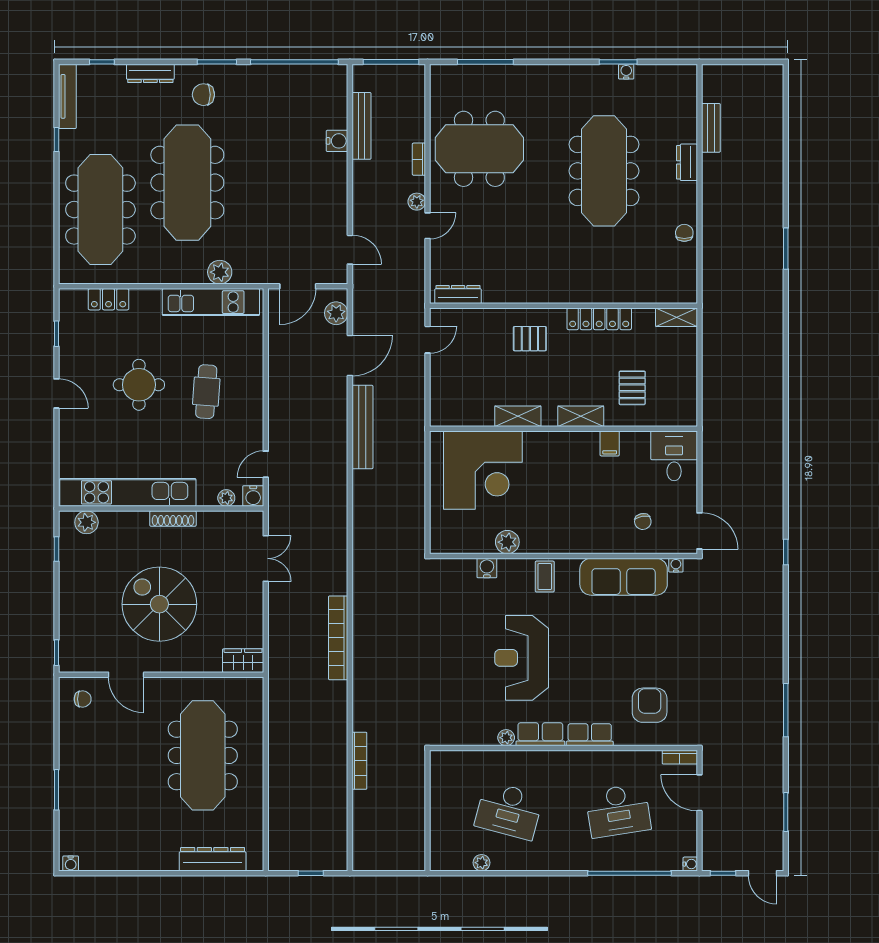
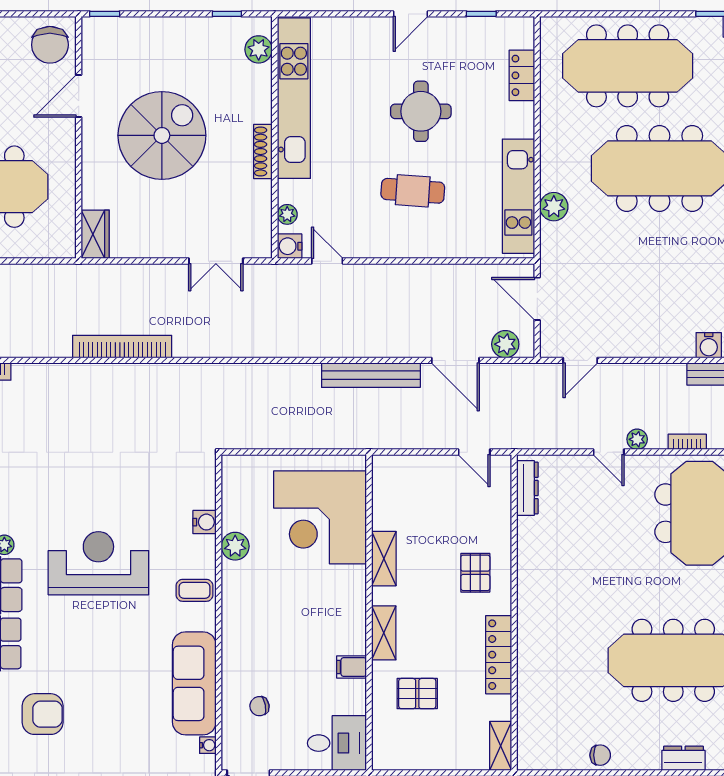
chair: (83, 699) -> (50, 45), width x1.87, depth x1.87

